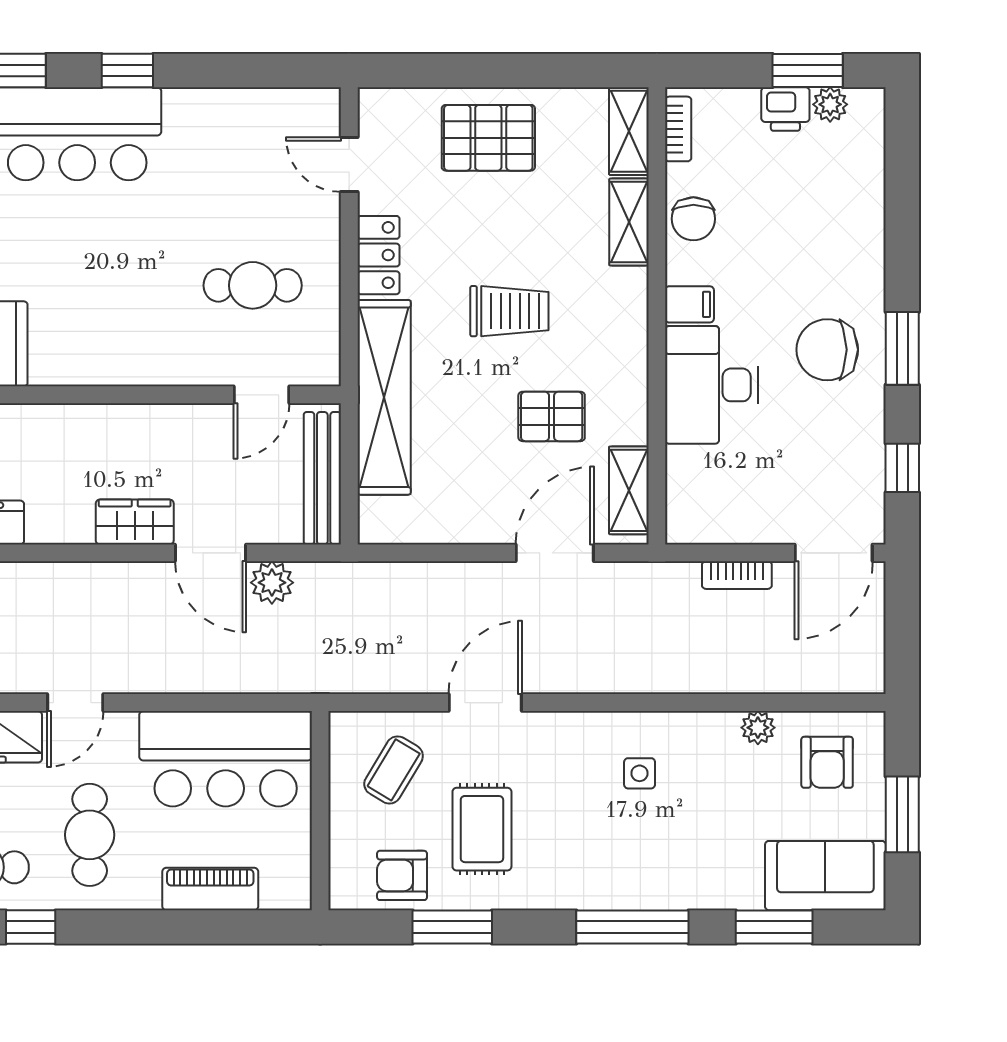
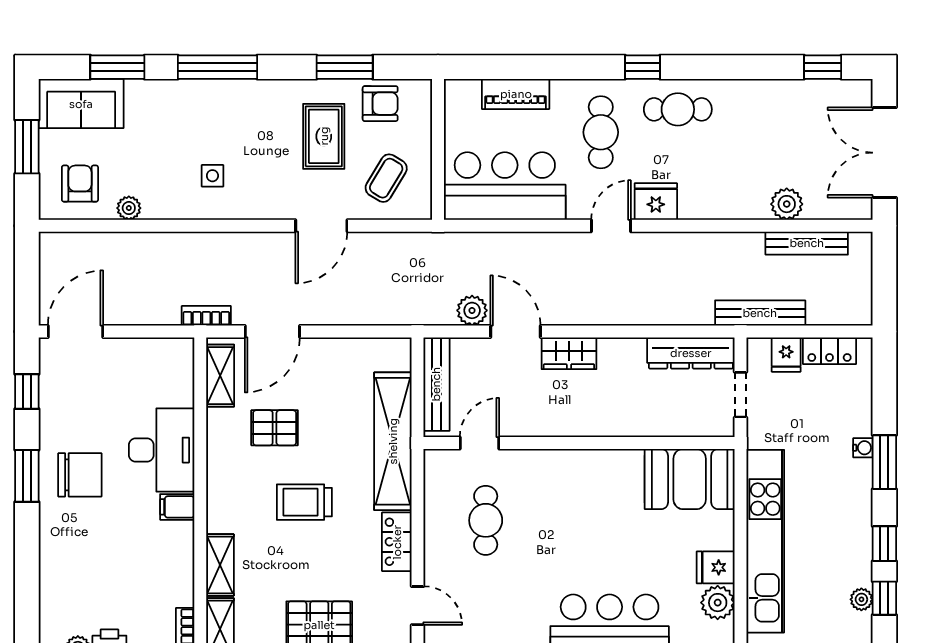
chair: (693, 219) -> (174, 567), removed
cafe table: (253, 285) -> (486, 520), turned 90
bookcase: (737, 575) -> (206, 316), moved

